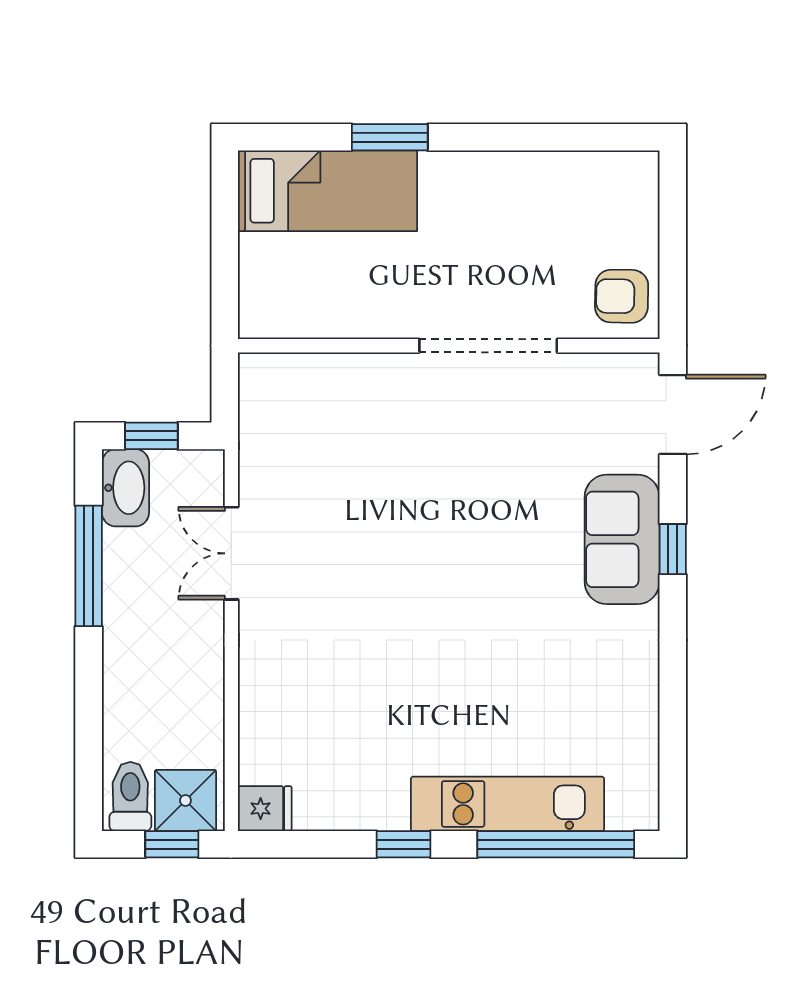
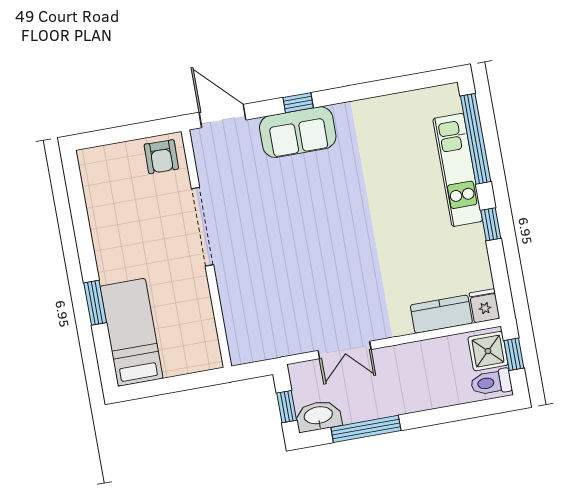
kitchen counter: (264, 731) -> (441, 314), added

